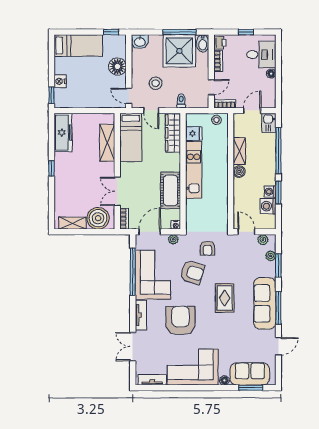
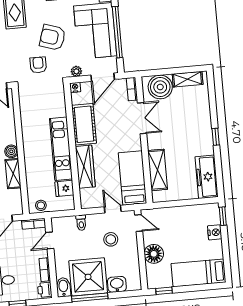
washbasin: (140, 42) -> (117, 284), moved
wardrobe: (173, 133) -> (85, 167), moved

